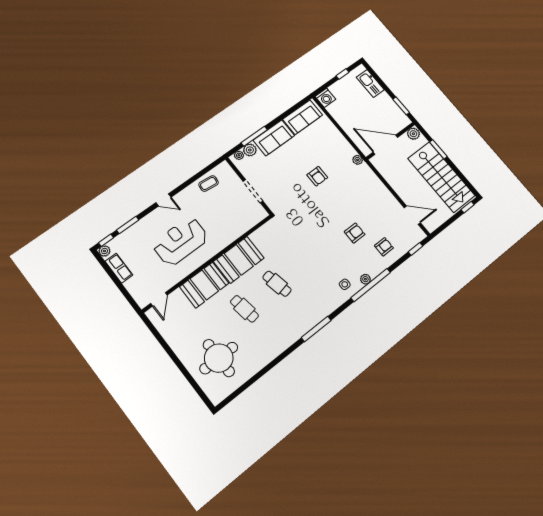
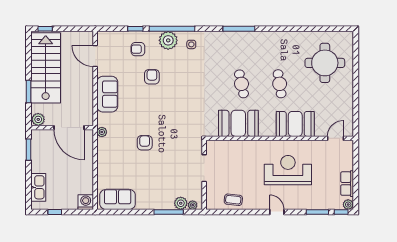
sofa: (274, 138) -> (107, 94), moved, turned 90
armchair: (355, 233) -> (152, 77), turned 90
reception desk: (180, 241) -> (288, 170), turned 180
window: (416, 249) -> (135, 29), moved
booth: (239, 260) -> (238, 123), moved
plant: (365, 279) -> (168, 40), width x1.88, depth x1.88

